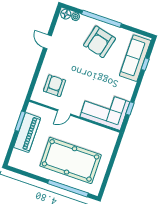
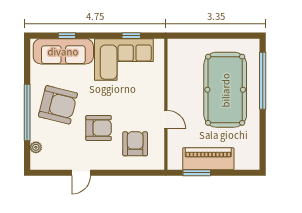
floor lamp: (66, 14) -> (37, 161), removed
armchair: (74, 64) -> (99, 128), added
armchair: (55, 86) -> (135, 144), turned 90
corner sofa: (105, 109) -> (124, 59), moved, turned -90

